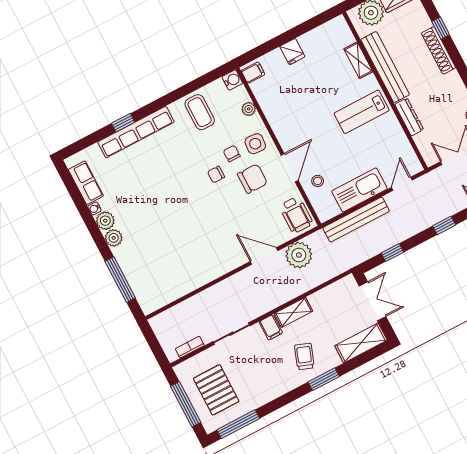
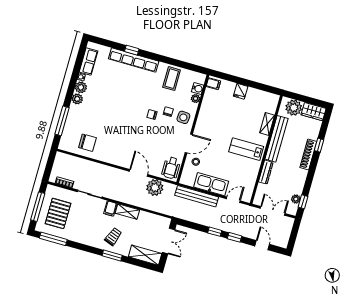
water cooler: (232, 80) -> (198, 88), moved
chair: (252, 179) -> (87, 143), moved
window: (392, 253) -> (215, 232), moved

